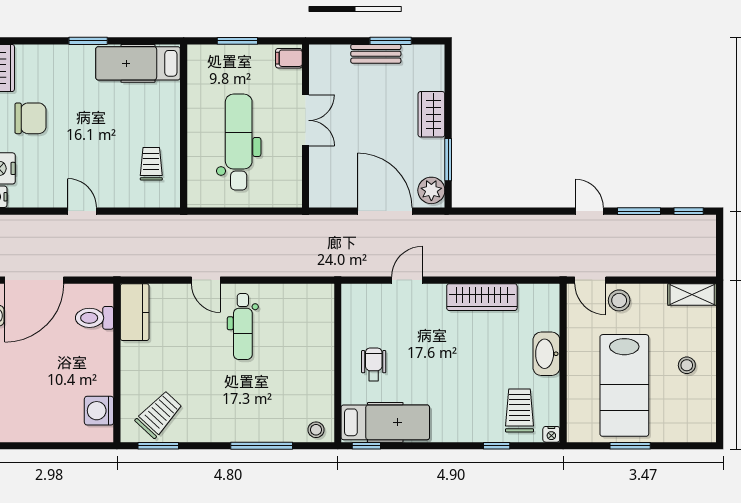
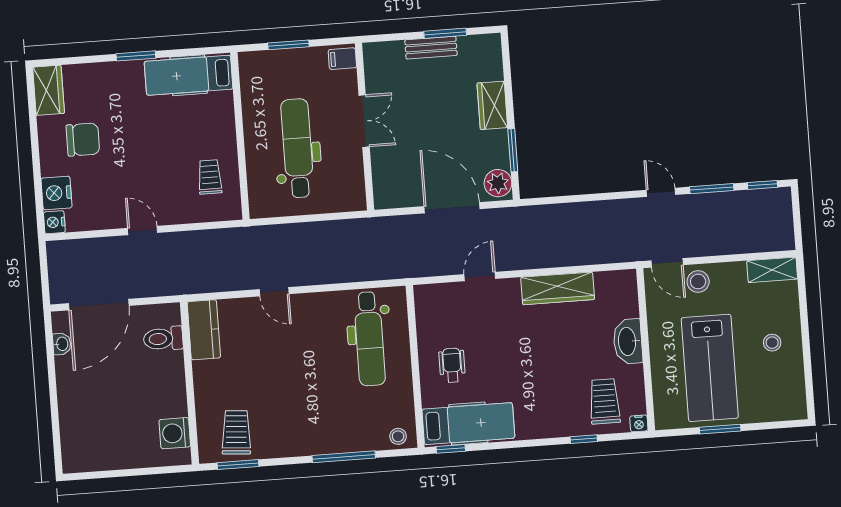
dental chair: (243, 327) -> (369, 339), moved, width x1.36, depth x1.38
trolley: (159, 414) -> (236, 432), turned -39

